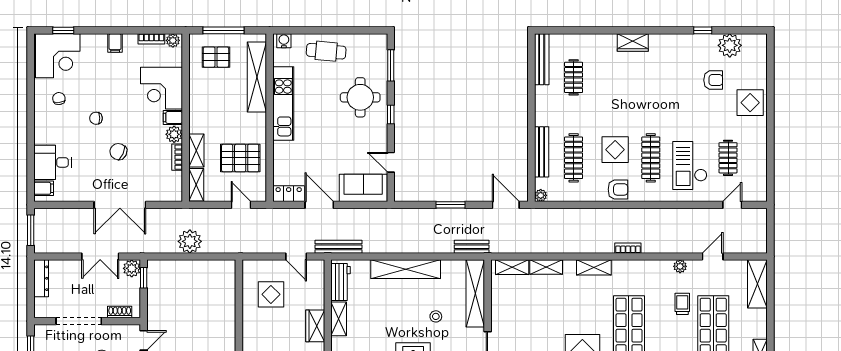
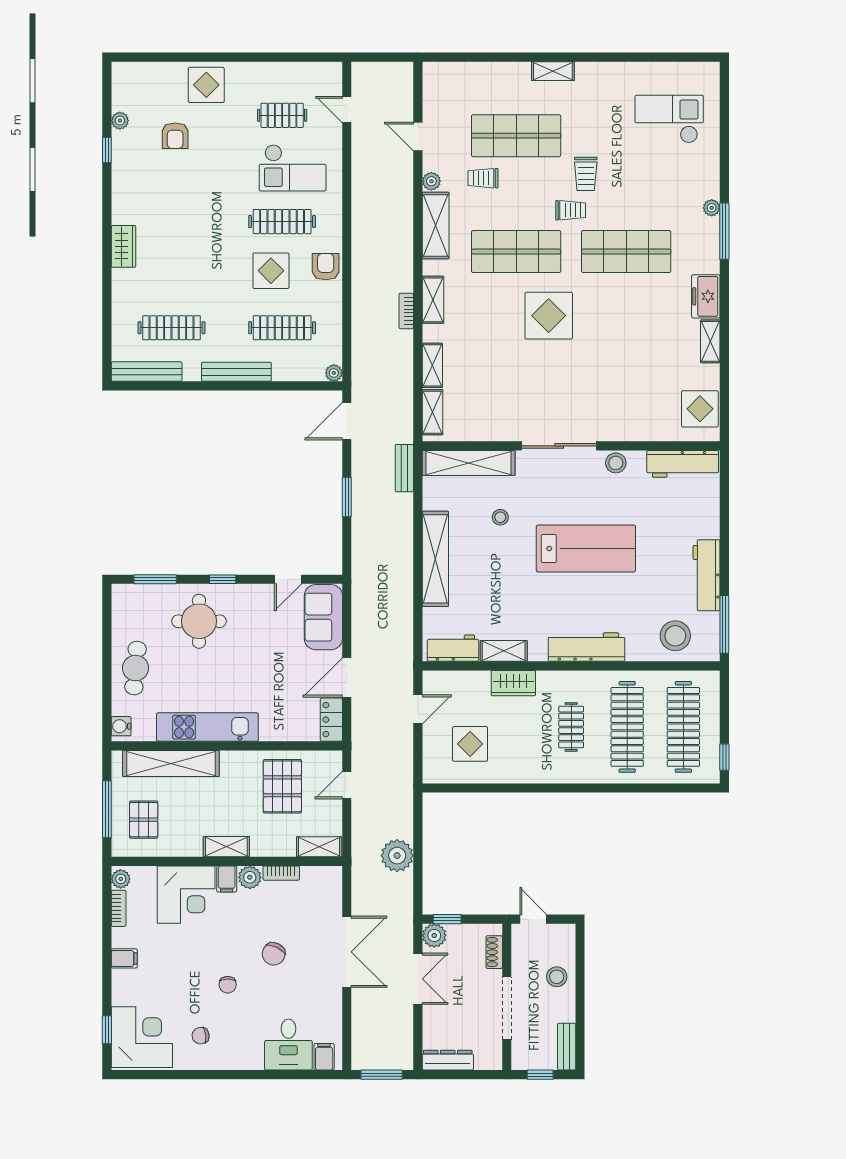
plant: (730, 45) -> (120, 121), width x0.53, depth x0.53
clothes rail: (574, 77) -> (171, 328), width x1.36
armchair: (713, 80) -> (175, 136), turned 180
shelving: (196, 150) -> (226, 847), moved
bench: (542, 152) -> (236, 372), moved
bench: (339, 247) -> (404, 651), removed
bookcase: (628, 248) -> (406, 311), moved
shelving: (757, 284) -> (436, 225), moved, turned 90

